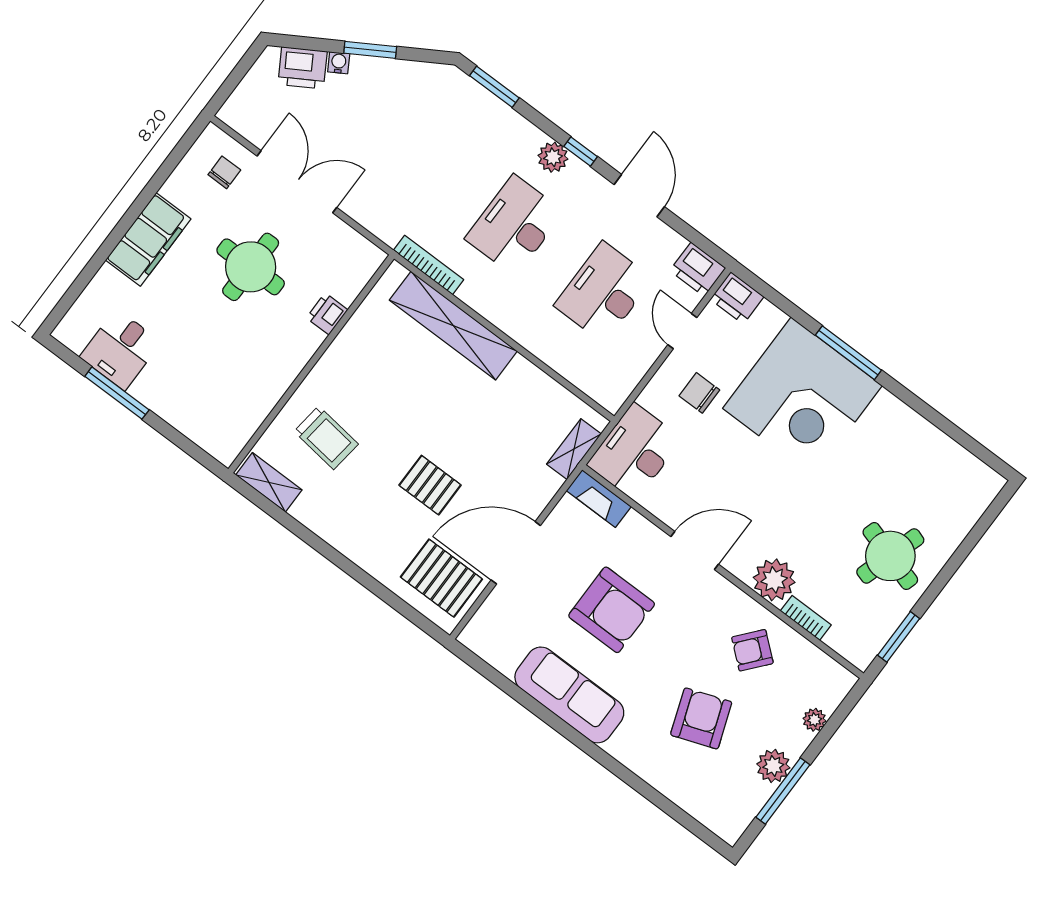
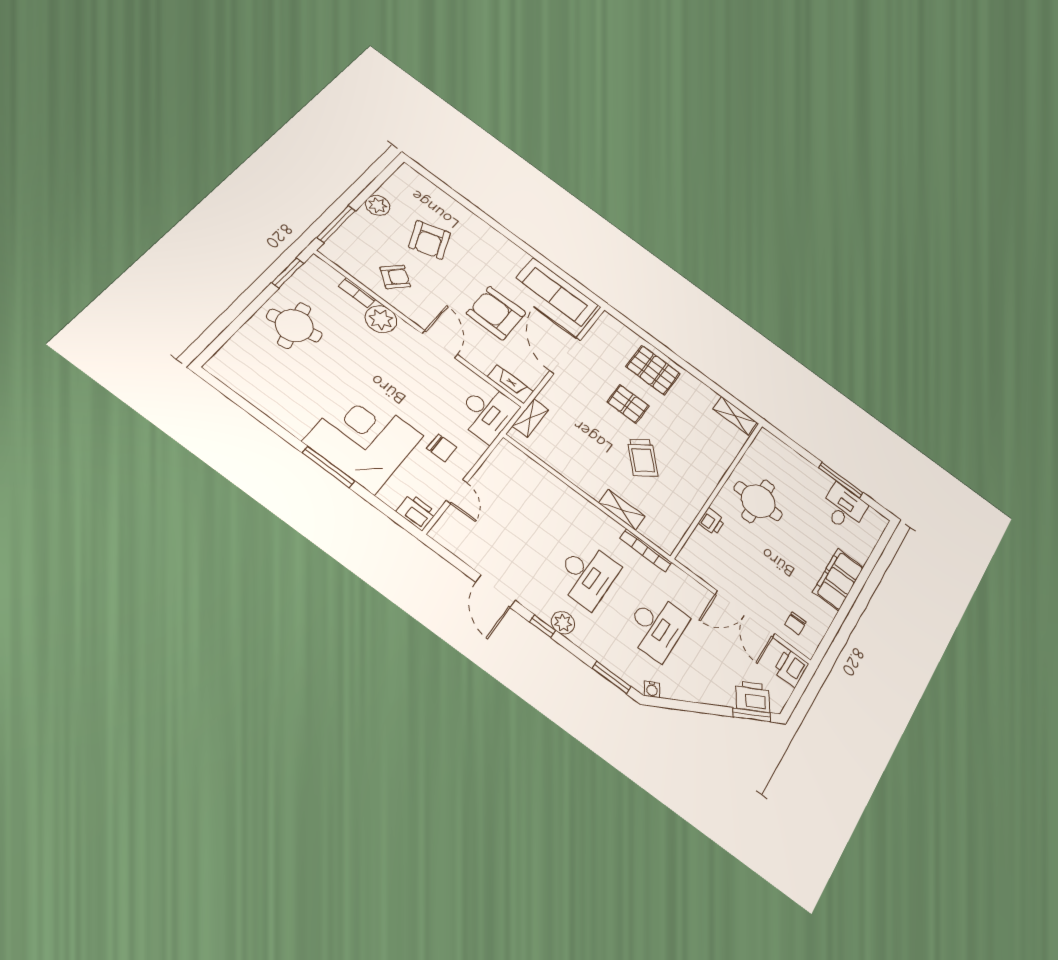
window: (370, 50) -> (752, 715), moved
water cooler: (339, 63) -> (652, 689), moved
round table: (251, 267) -> (758, 501), moved
printer: (698, 269) -> (791, 668), moved, turned -90
desk: (603, 292) -> (657, 626), moved
shelving: (453, 326) -> (622, 510), width x0.45, depth x0.75
trolley: (326, 438) -> (643, 458), moved, turned -137
door: (695, 550) -> (440, 344), swing flipped
door: (516, 553) -> (565, 356), swing flipped
round table: (890, 556) -> (294, 326), turned -30
pallet: (441, 578) -> (653, 370), moved
sofa: (569, 695) -> (557, 291), moved
plant: (814, 720) -> (349, 229), removed
window: (783, 791) -> (336, 224), moved

